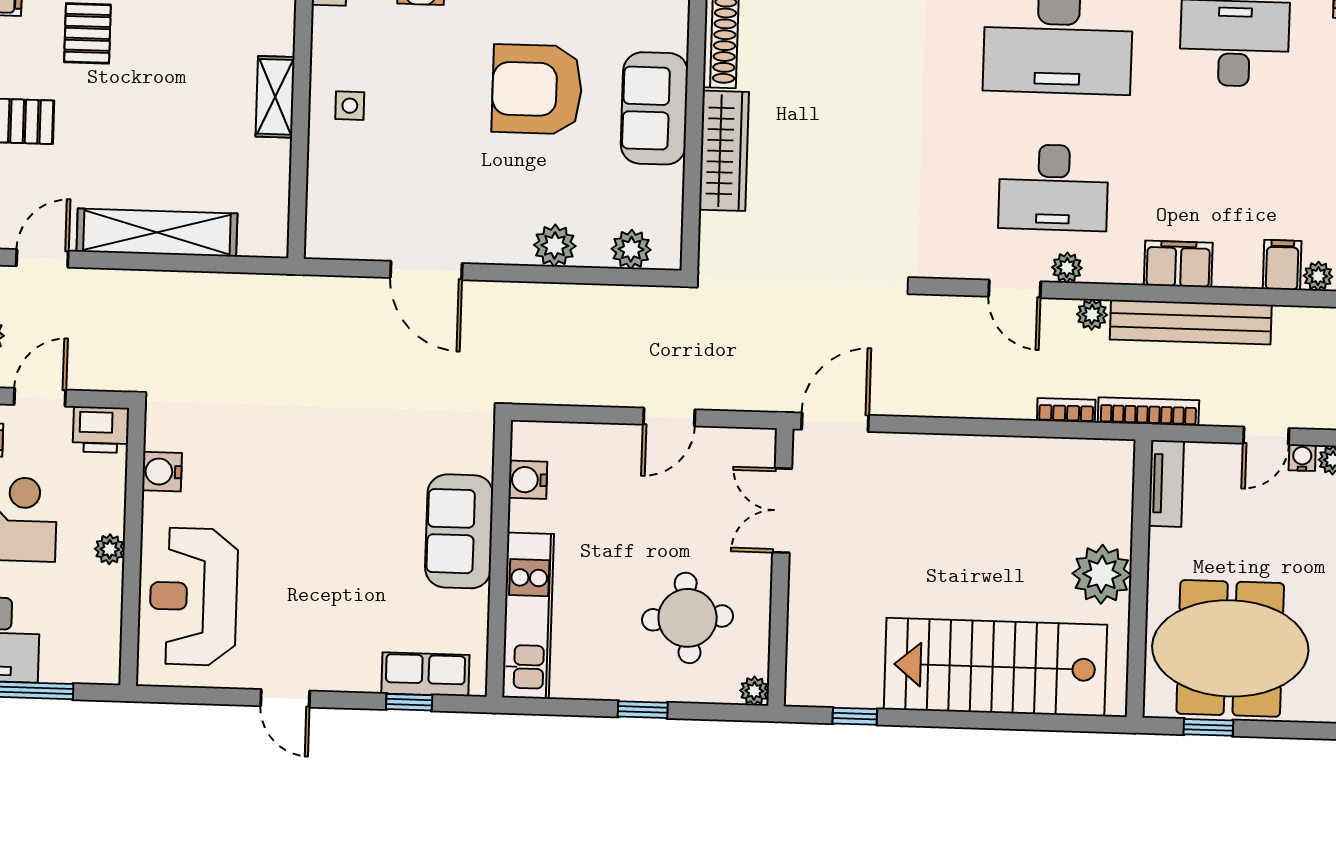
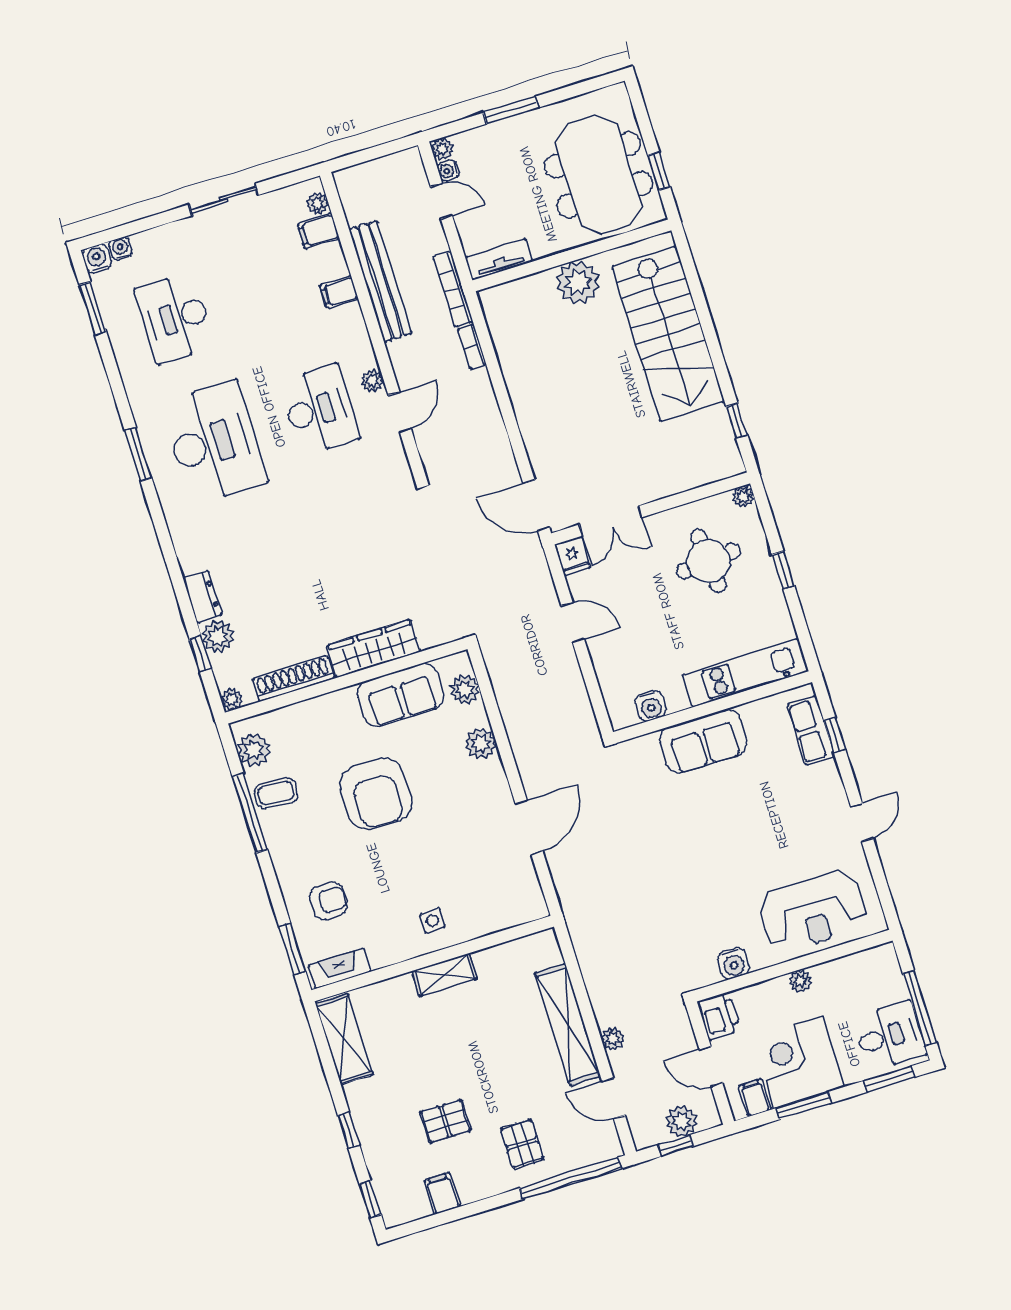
sofa: (654, 108) -> (400, 695), moved
filing cabinet: (1178, 264) -> (339, 292), width x0.50
plant: (1092, 315) -> (613, 1039), moved
fridge: (754, 446) -> (573, 556), added

